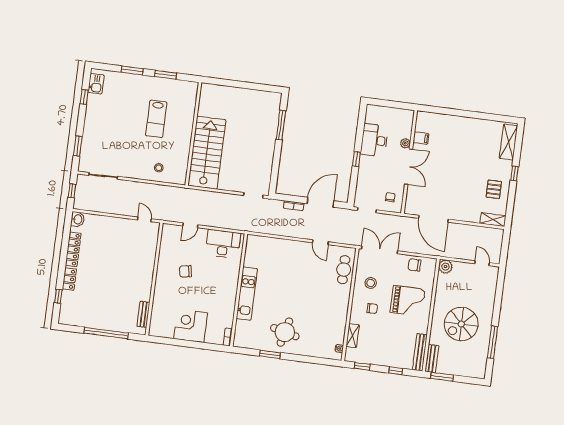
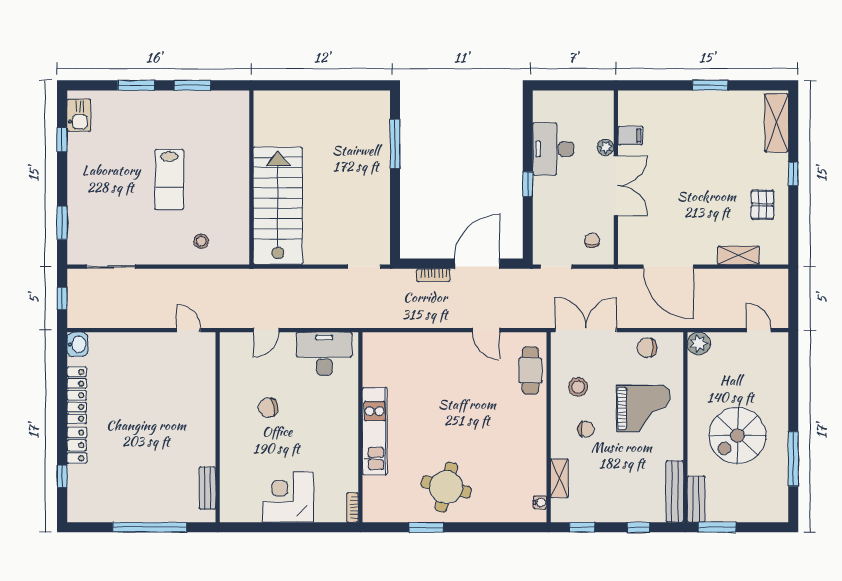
window: (472, 115) -> (710, 85), added
lab bench: (156, 119) -> (169, 180), moved
shelving: (493, 220) -> (739, 255), moved

